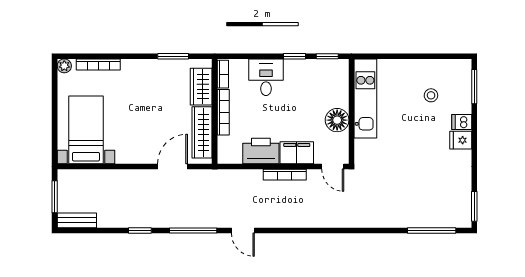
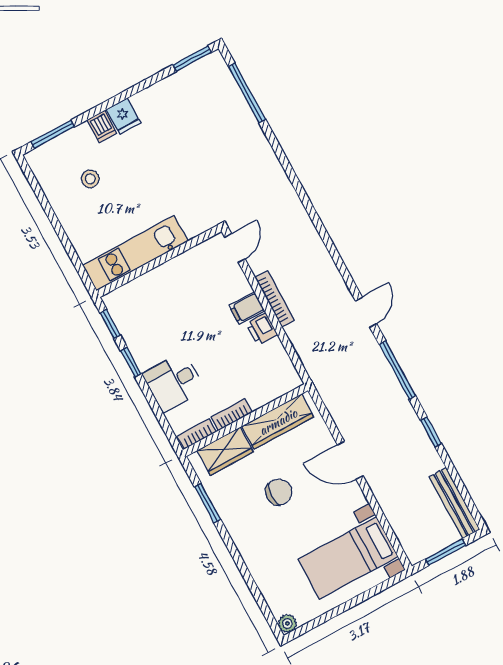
bookcase: (98, 65) -> (264, 585), removed
chair: (155, 108) -> (279, 492), added
bookcase: (223, 112) -> (232, 415), width x0.64
floor lamp: (337, 120) -> (178, 272), removed
printer: (261, 151) -> (262, 329), width x0.53, depth x0.68
filing cabinet: (297, 153) -> (247, 308), width x0.50
door: (173, 166) -> (350, 460), moved
bench: (77, 220) -> (454, 503), width x1.36

